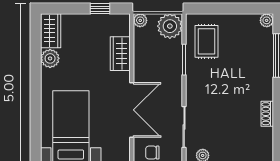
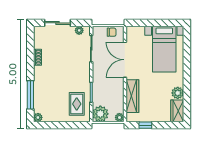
wardrobe: (120, 54) -> (132, 96), width x1.50

